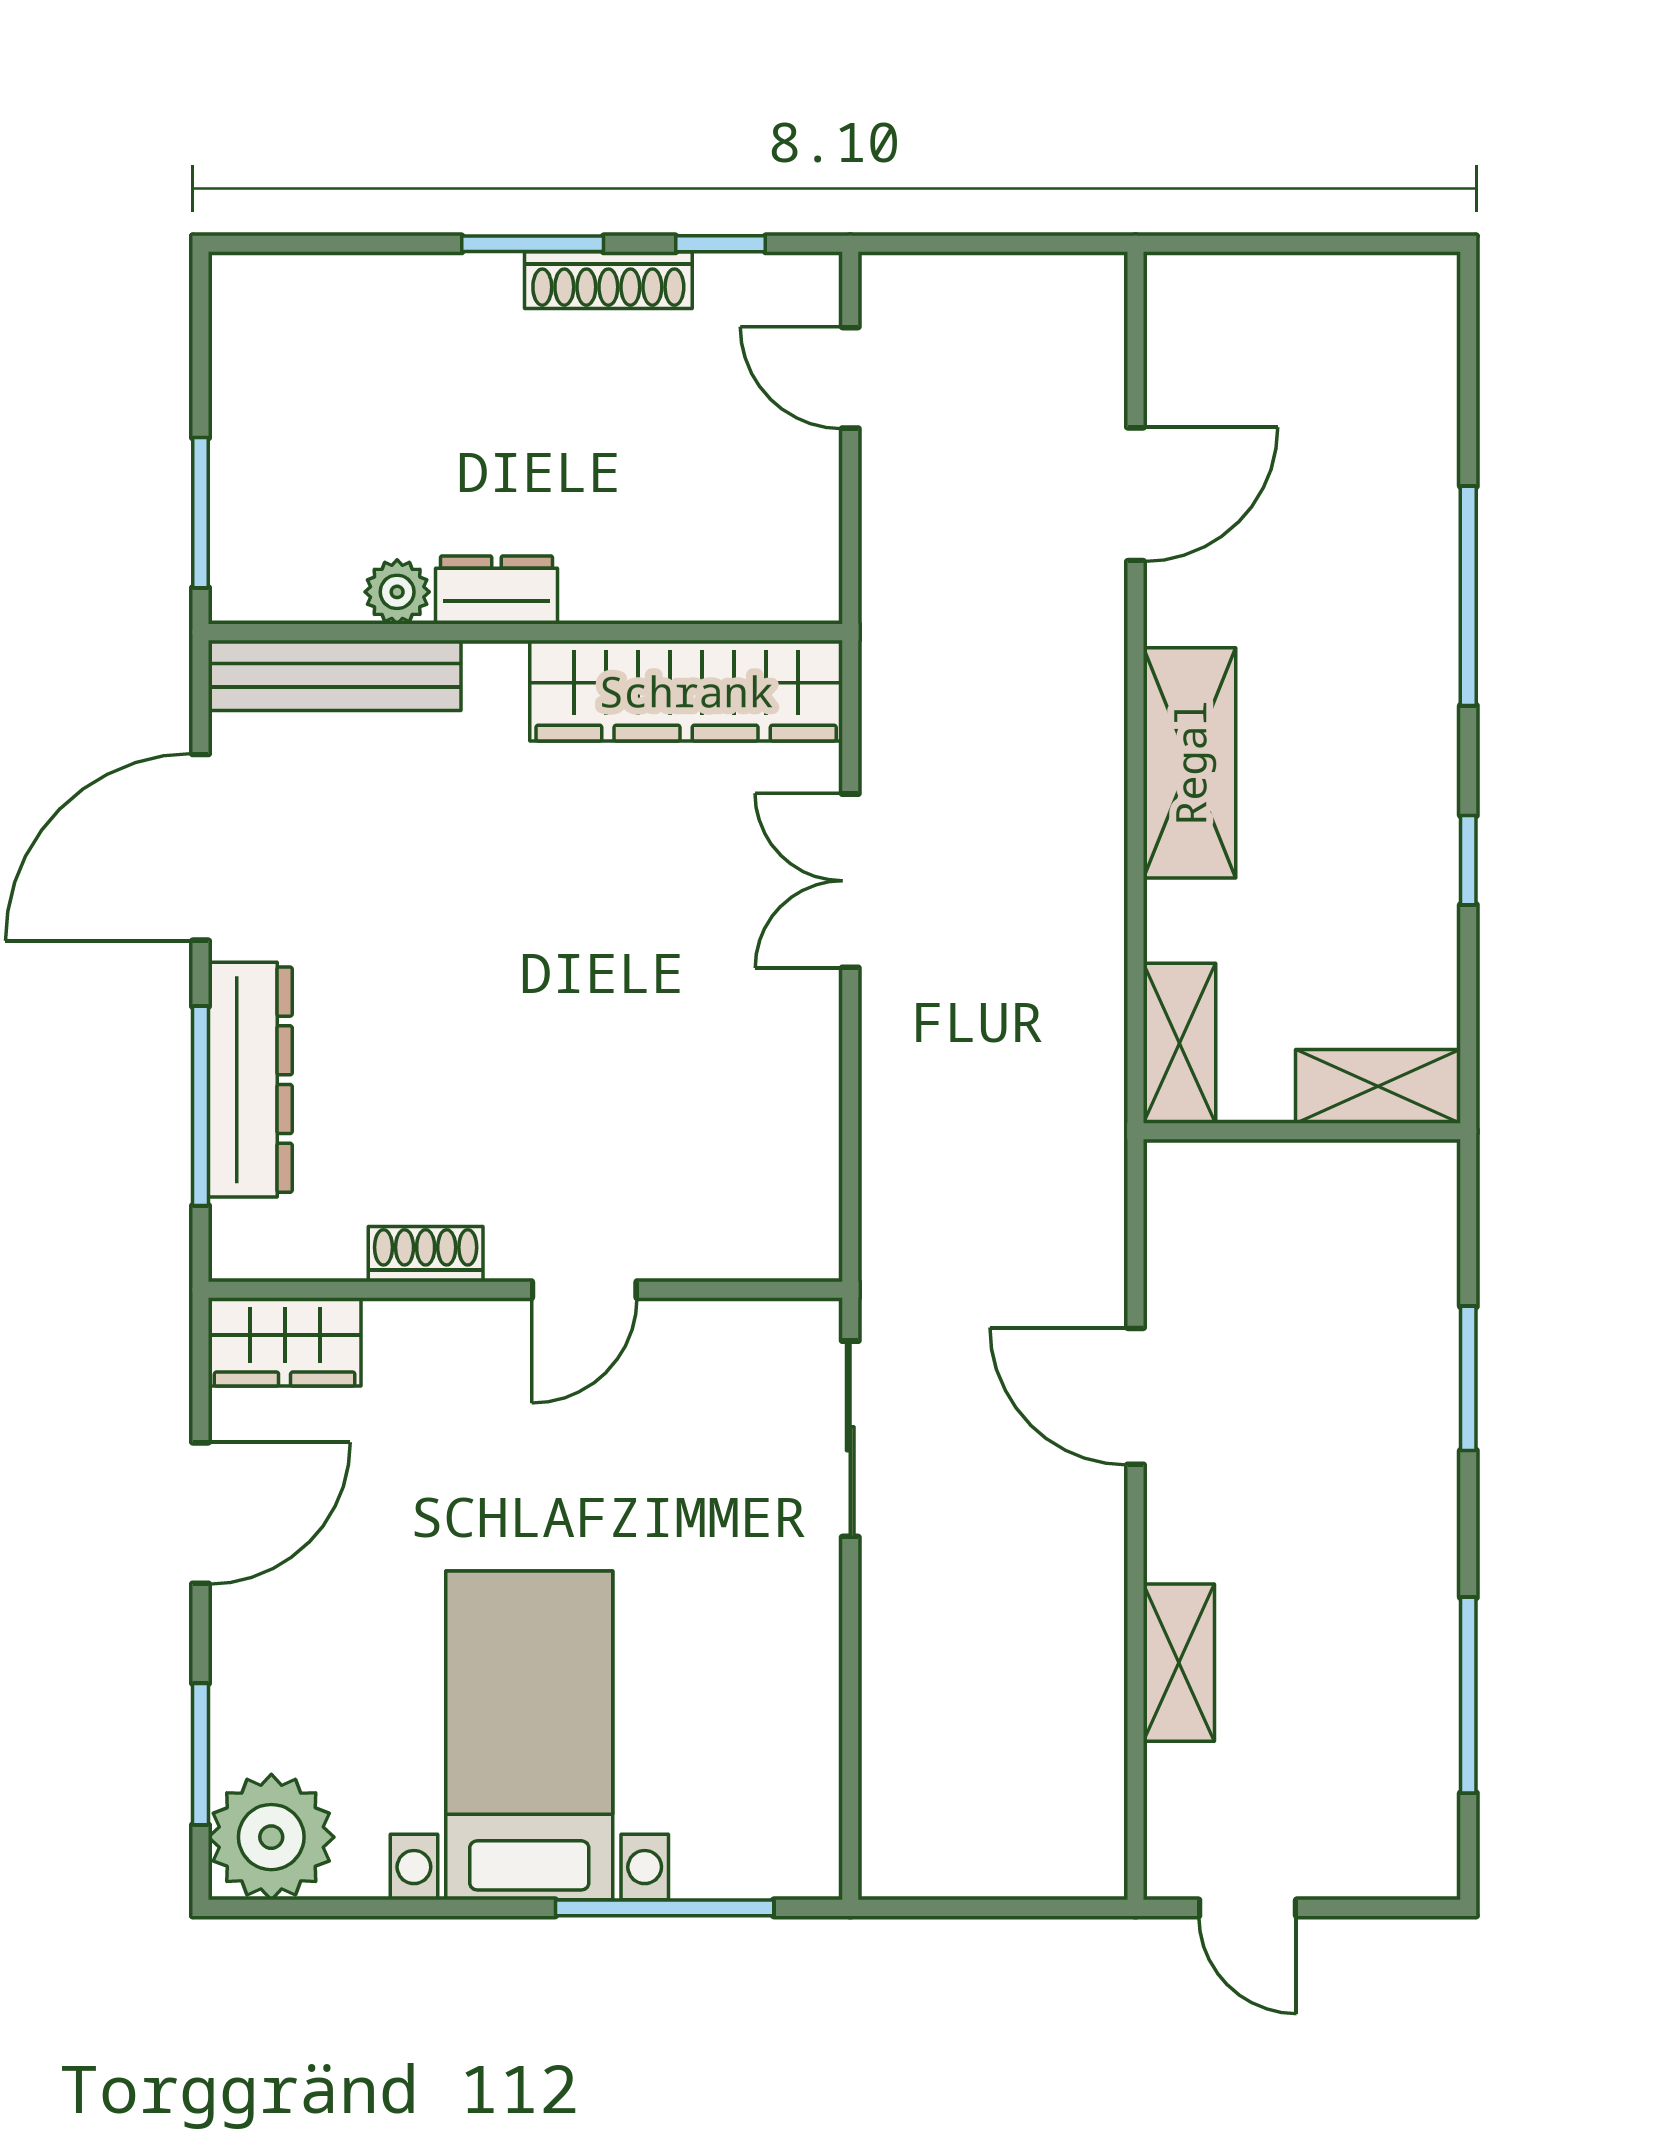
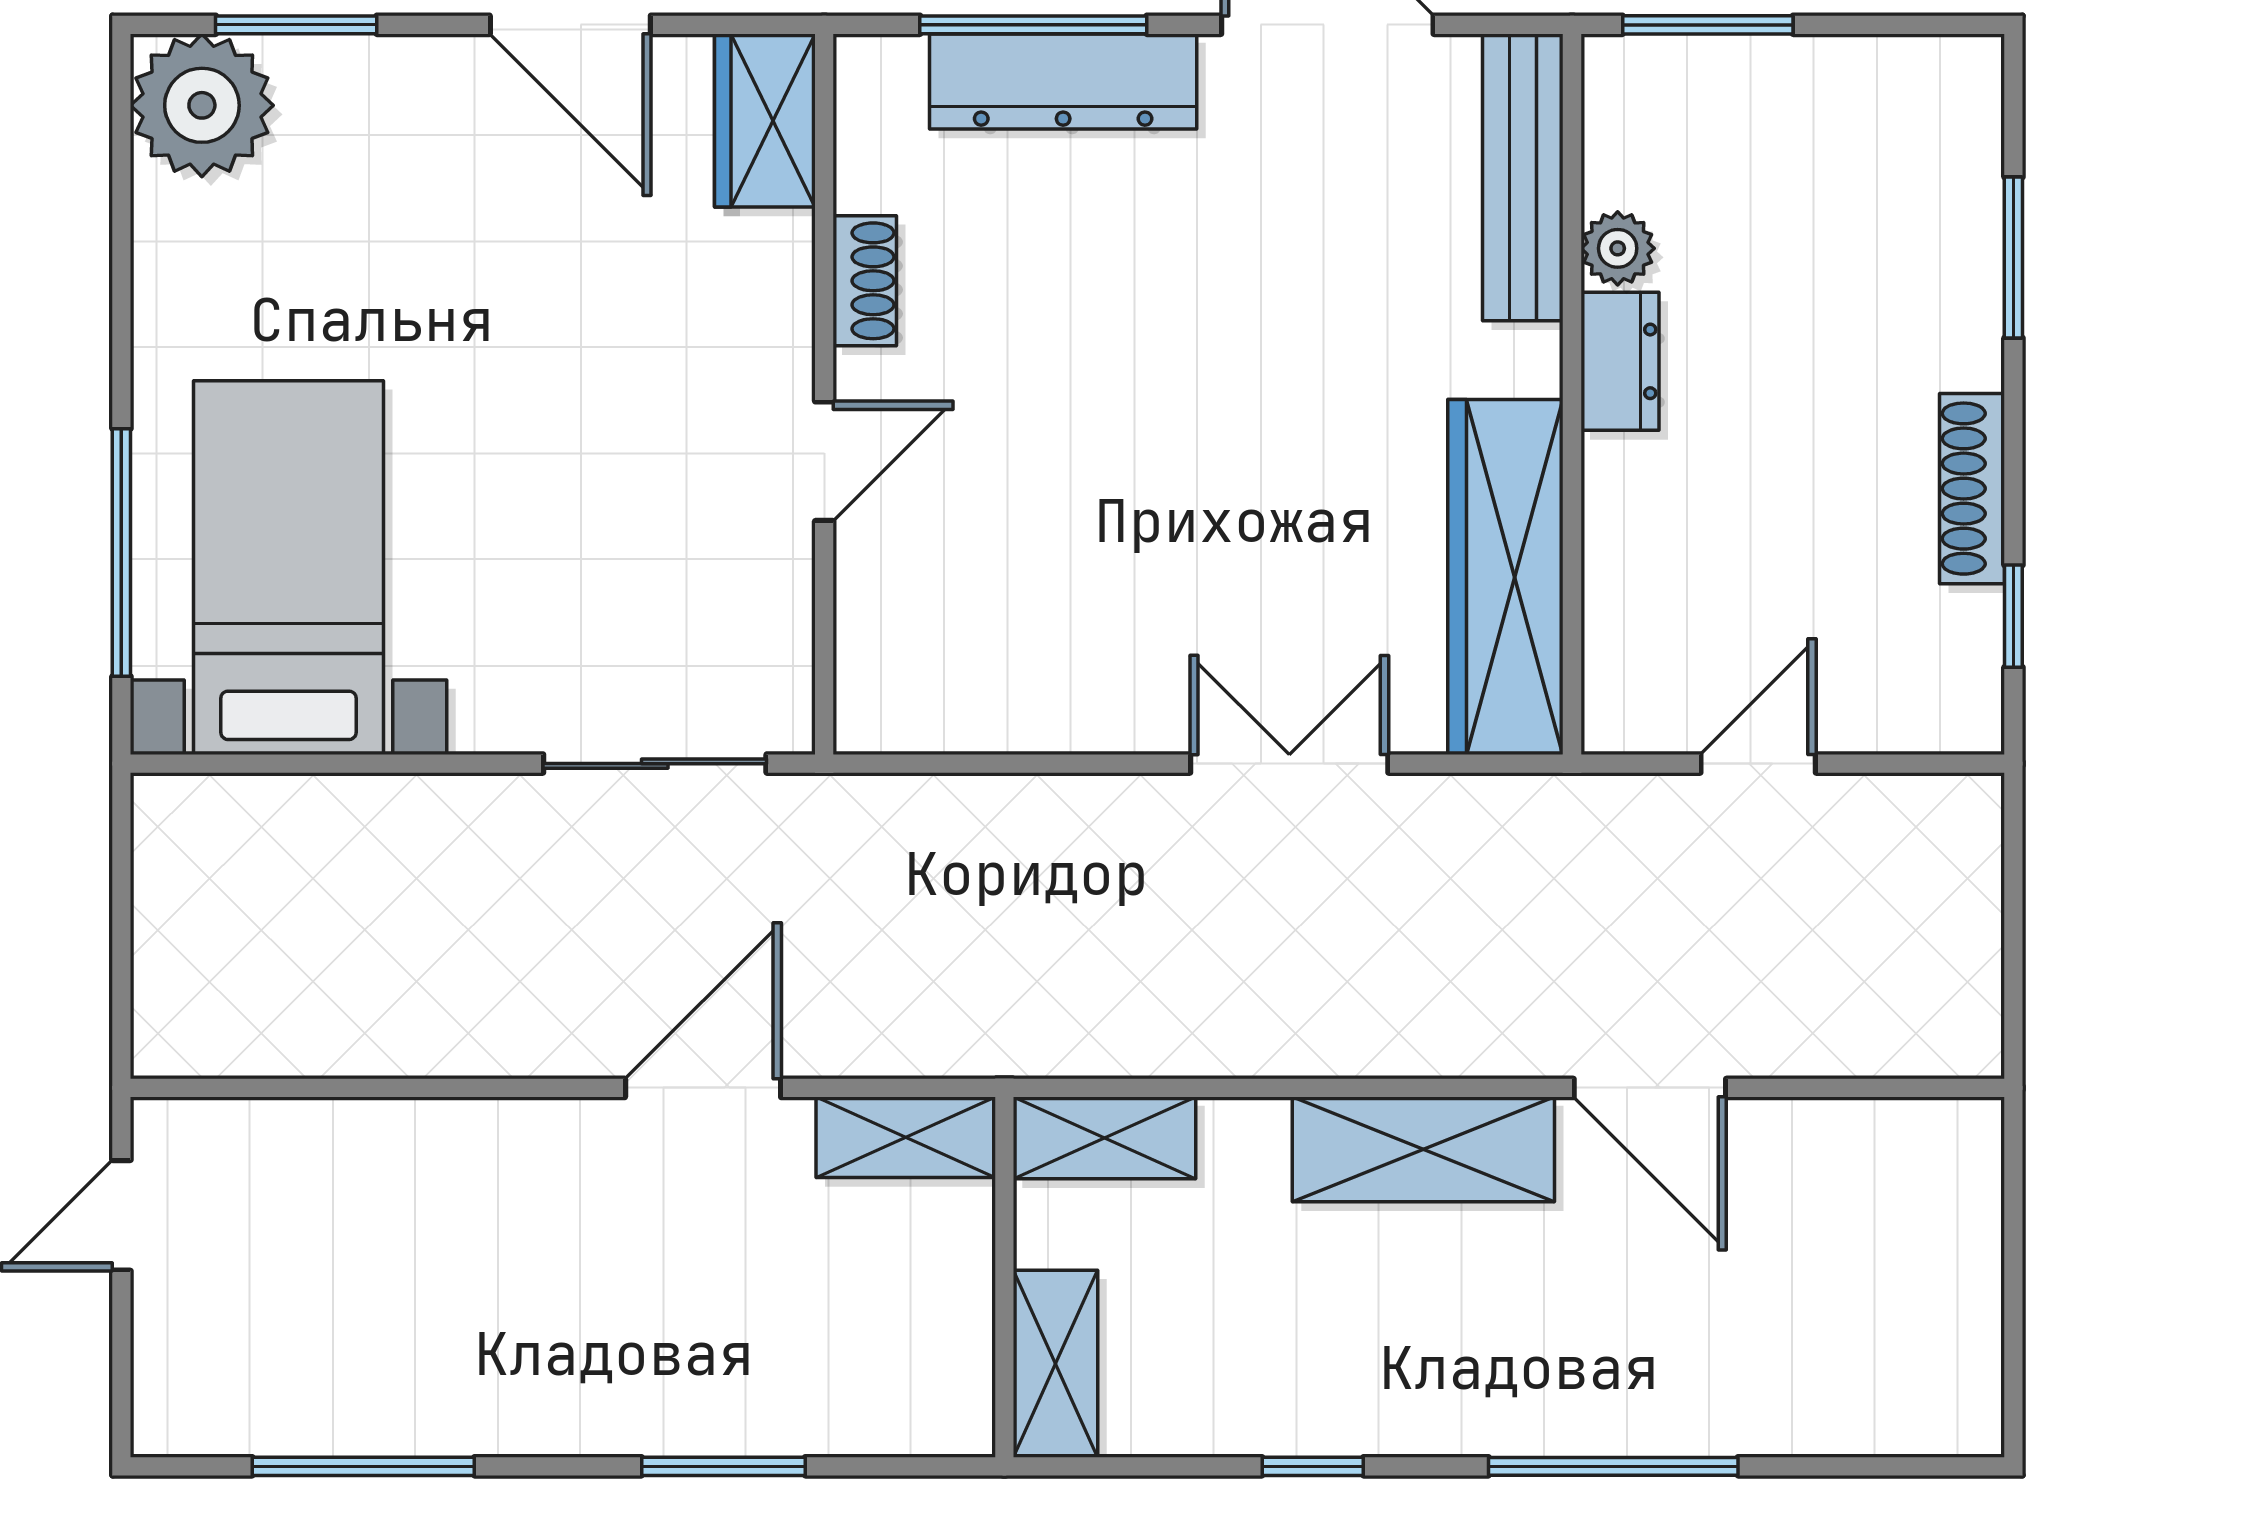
window: (533, 244) -> (2013, 257), moved
door: (850, 378) -> (1758, 764), moved
door: (1136, 494) -> (1650, 1088), moved
door: (584, 1290) -> (824, 461), swing flipped
shelving: (1179, 1663) -> (906, 1137), moved
bed with nightstands: (529, 1735) -> (289, 568), moved, turned -90

